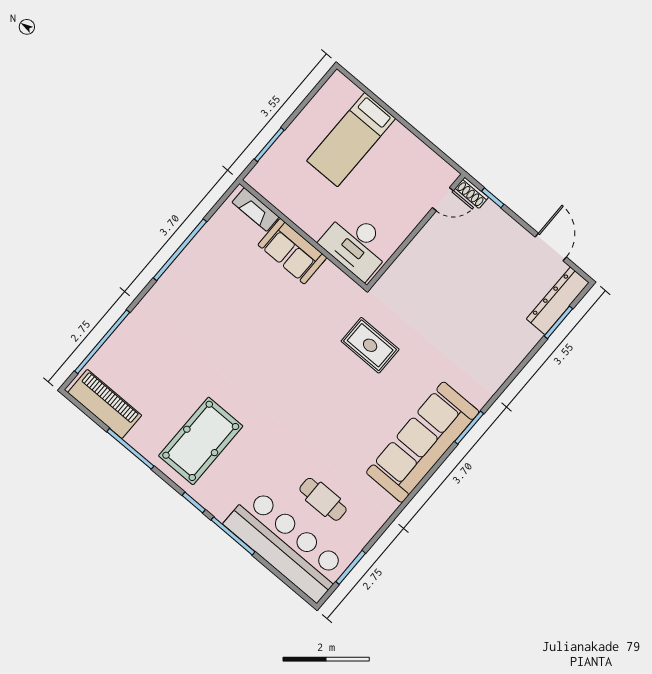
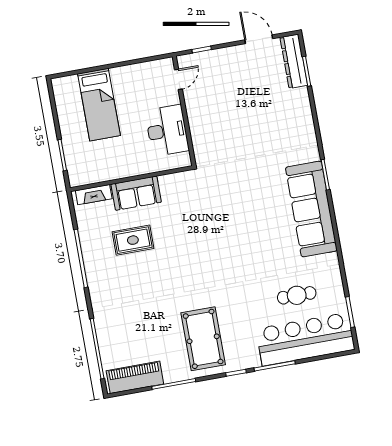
shoe rack: (472, 193) -> (189, 59), removed
desk: (356, 245) -> (167, 131), moved, turned -90
rug: (370, 345) -> (133, 240), moved

